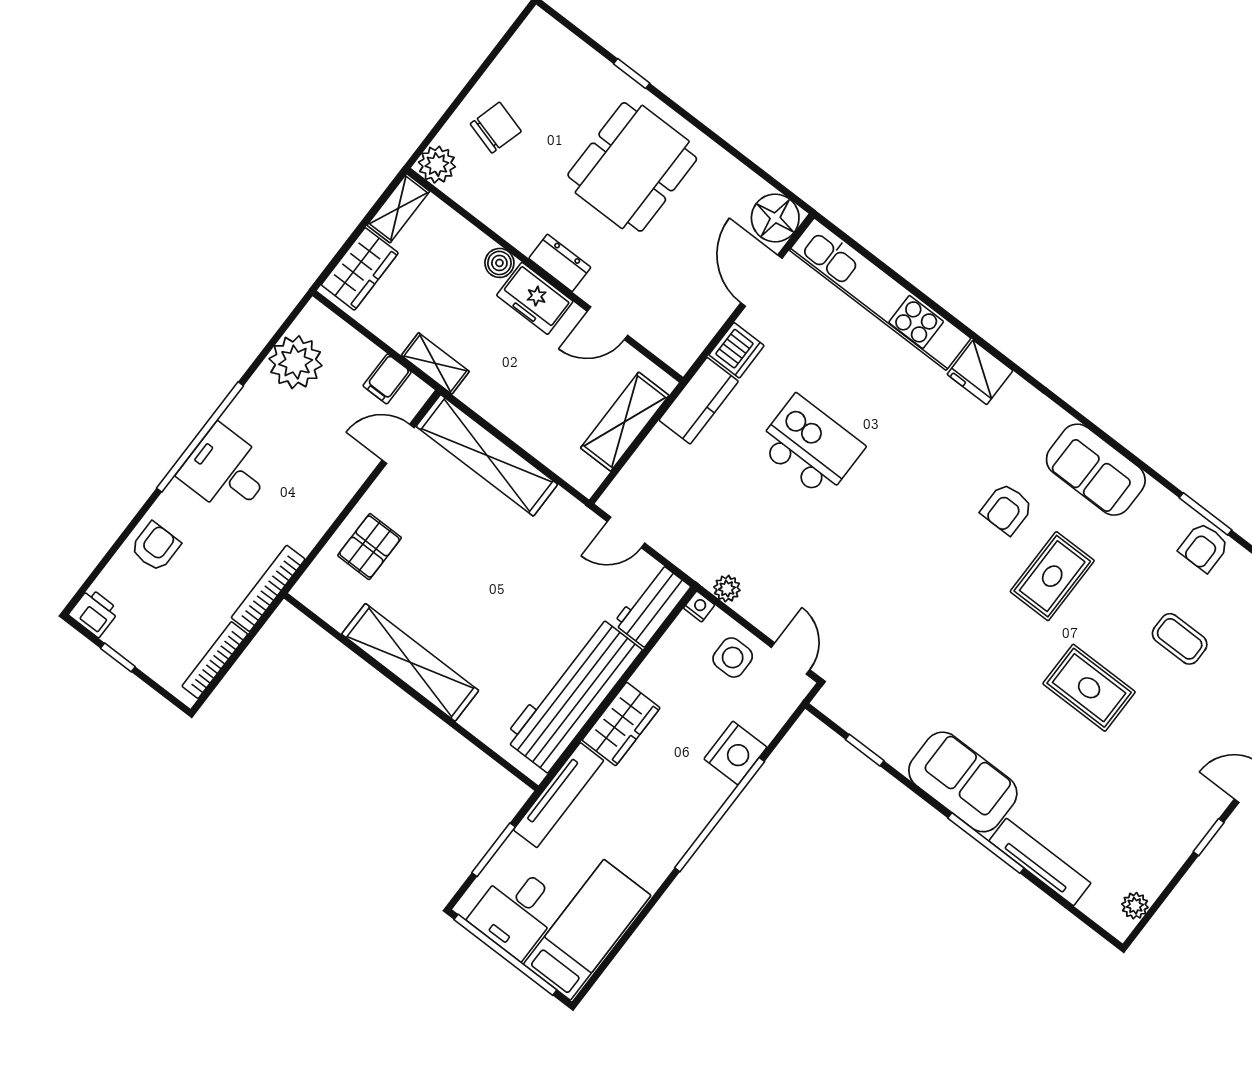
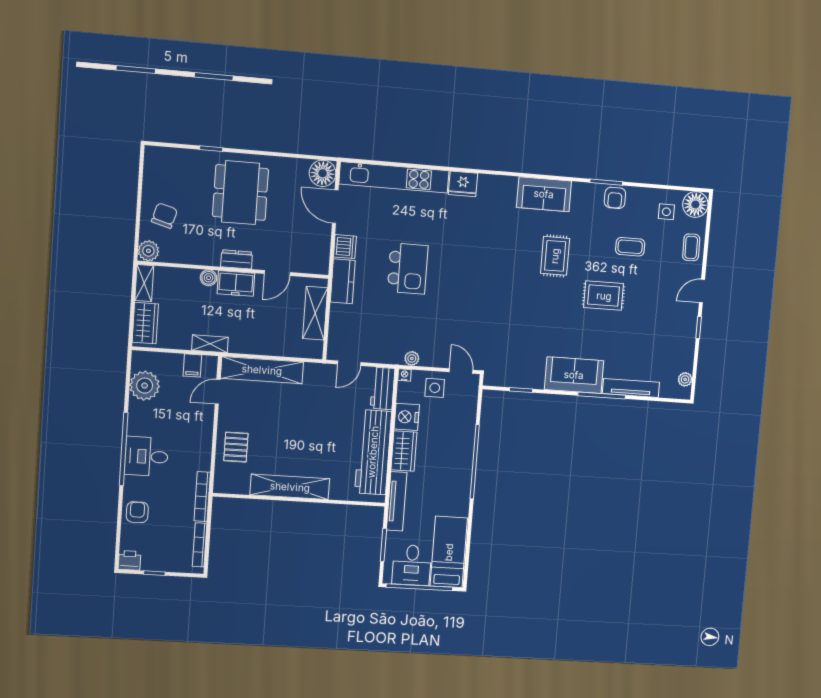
kitchen island: (810, 446) -> (408, 269), turned 90
armchair: (1007, 509) -> (515, 239), removed
nightstand: (735, 753) -> (407, 417), moved, turned 180

